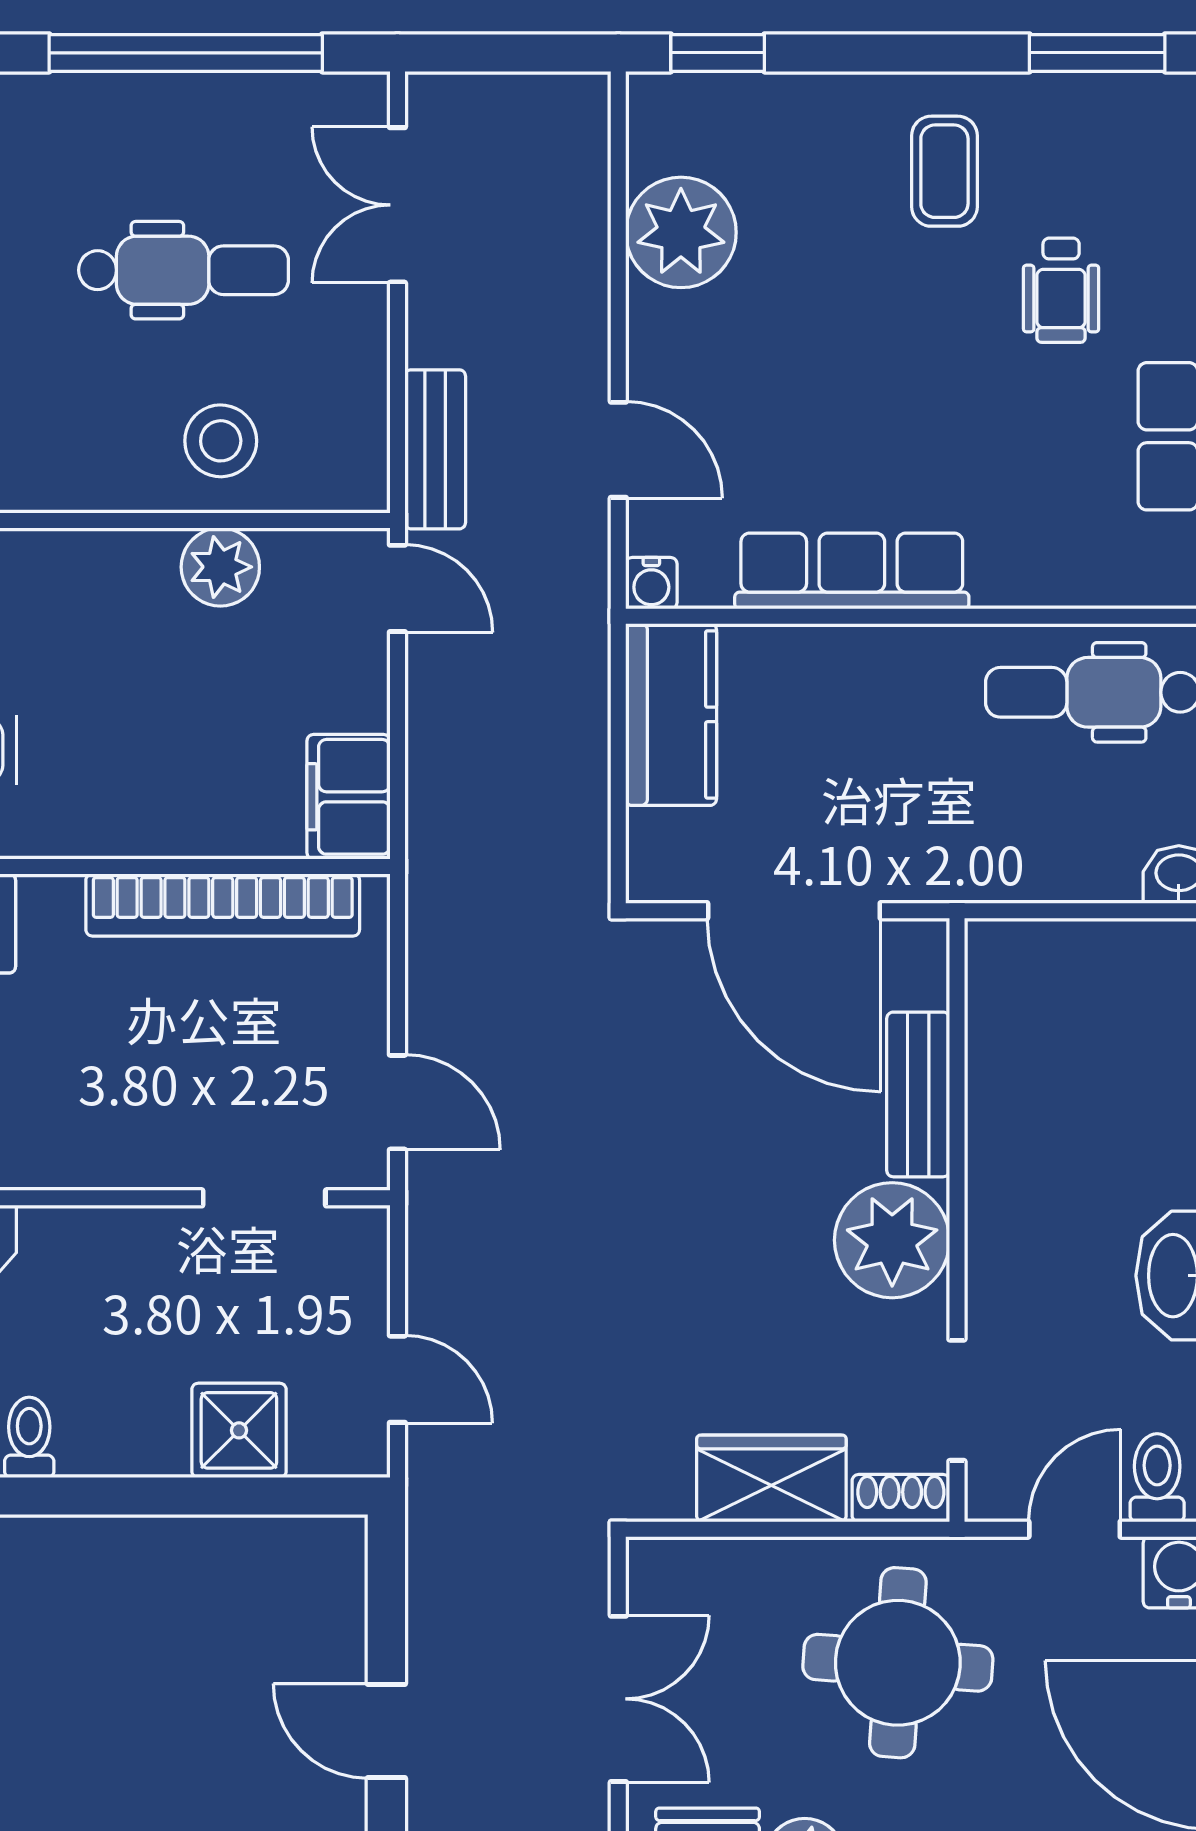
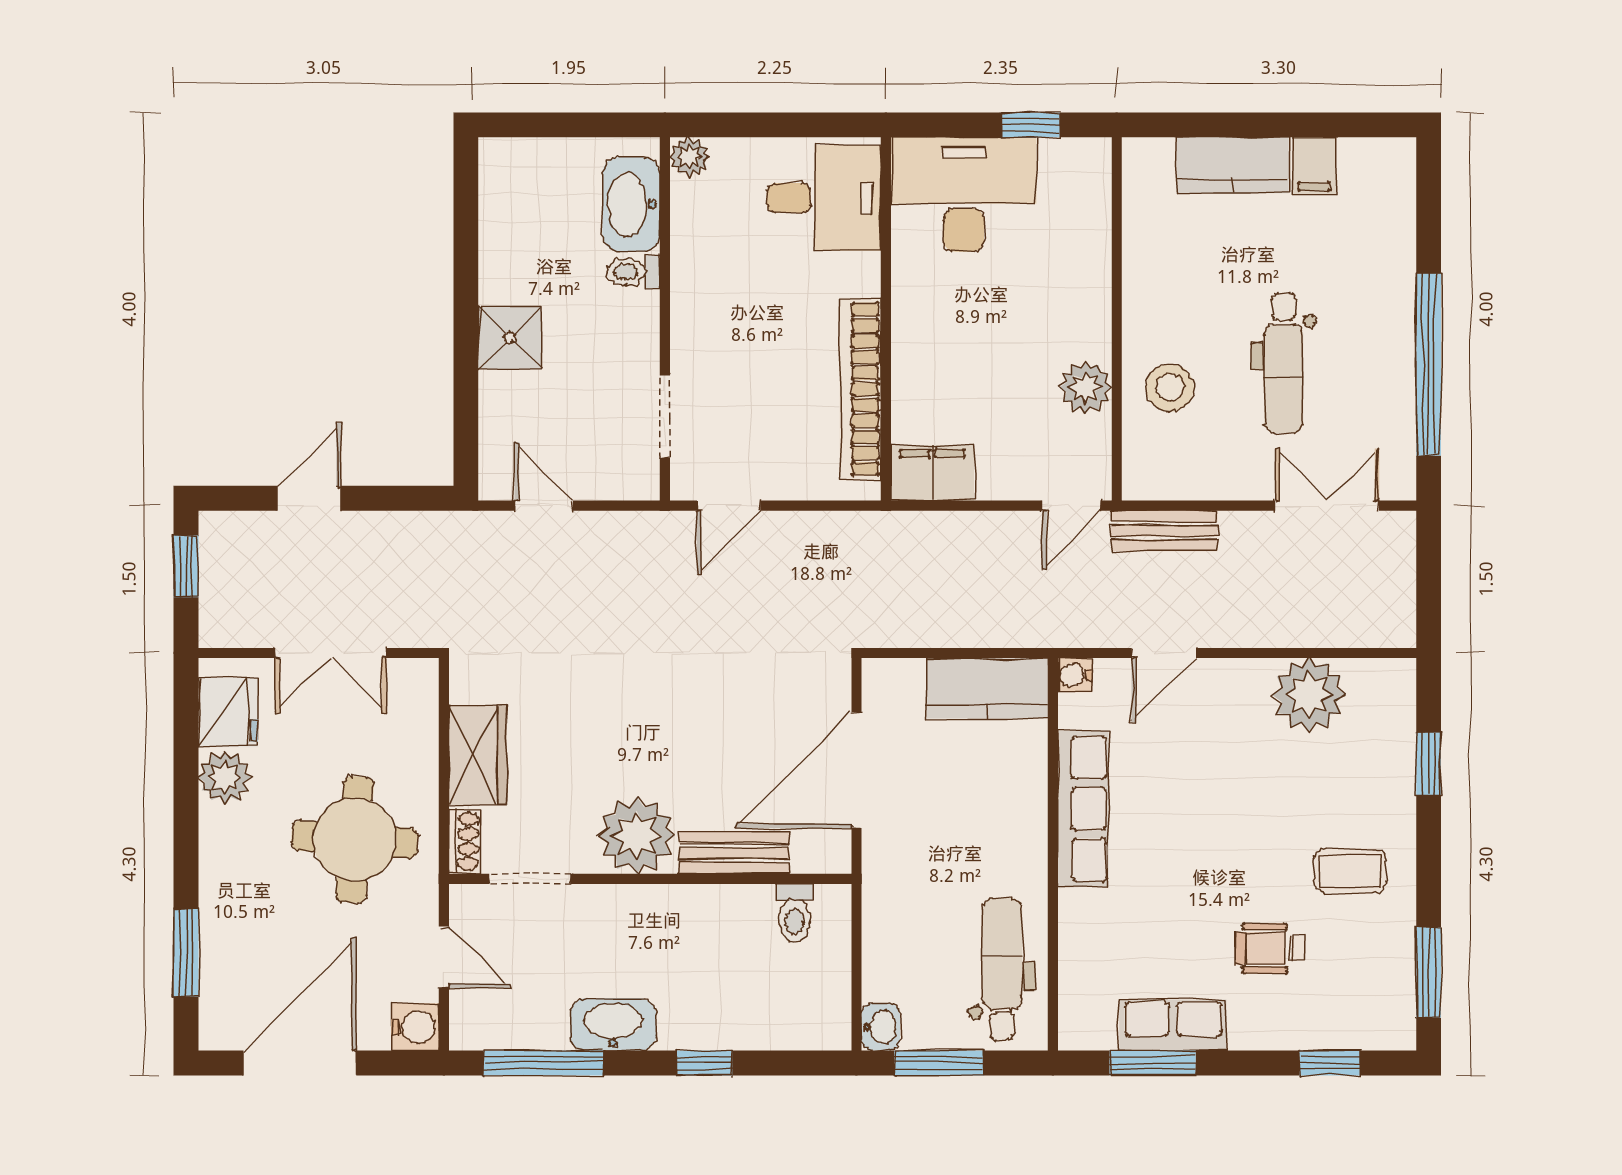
window: (718, 53) -> (1429, 764), moved
door: (397, 1379) -> (544, 506), swing flipped
shower: (239, 1430) -> (510, 338), moved
toilet: (29, 1437) -> (633, 272), moved, turned 180
toilet: (1157, 1478) -> (795, 913), moved, turned 90

